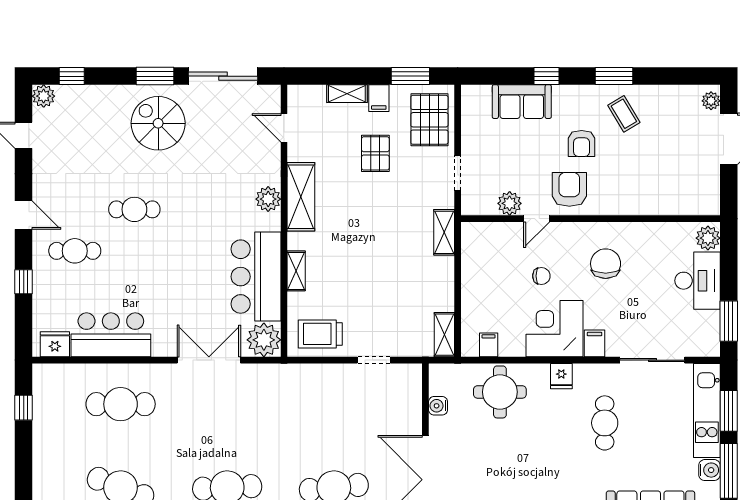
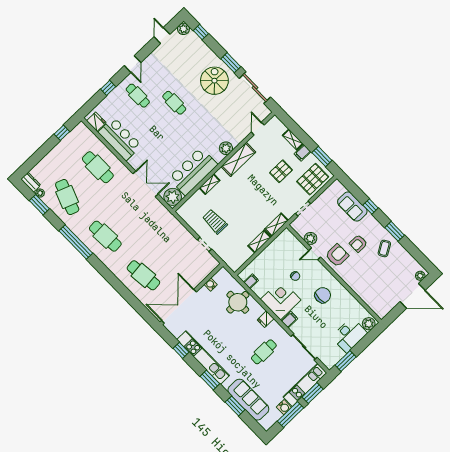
trolley: (320, 334) -> (215, 222), moved
shelving: (444, 335) -> (259, 242), moved

